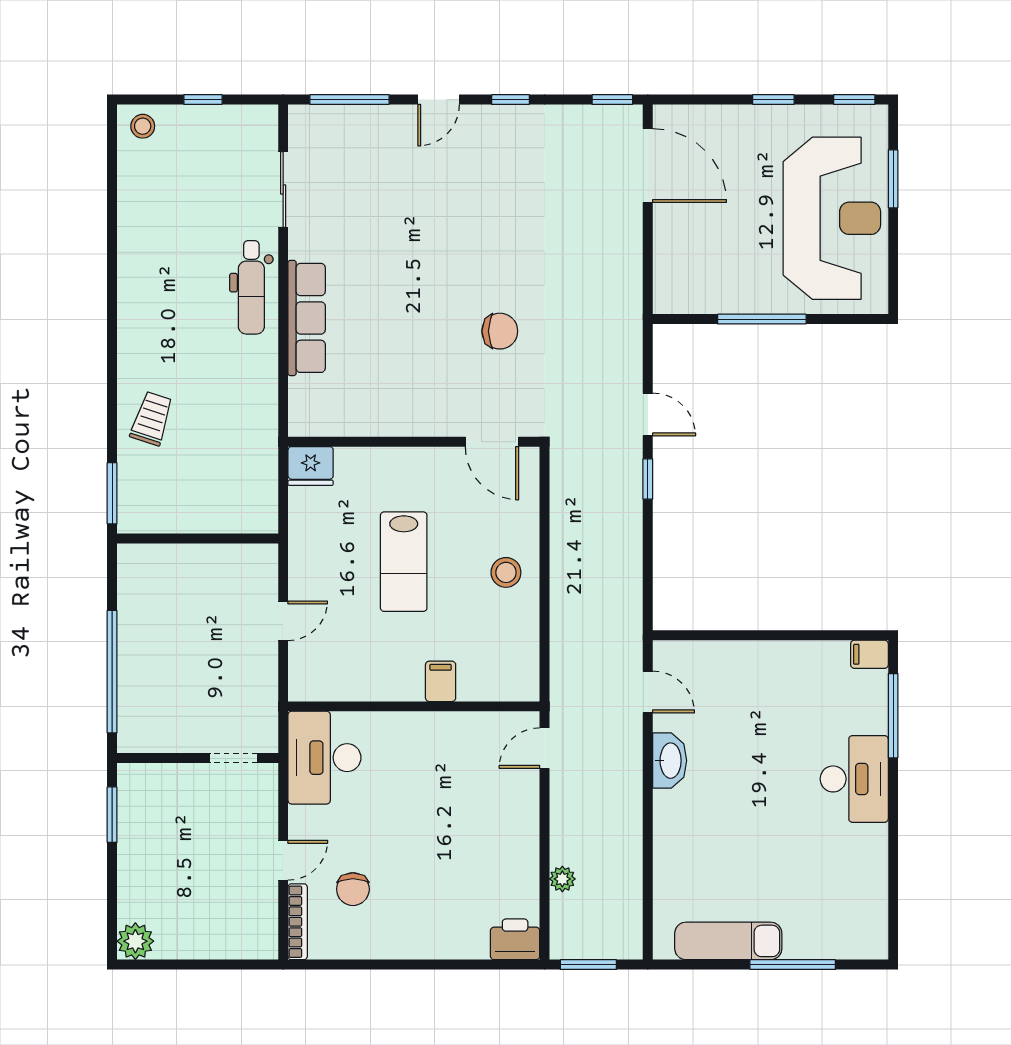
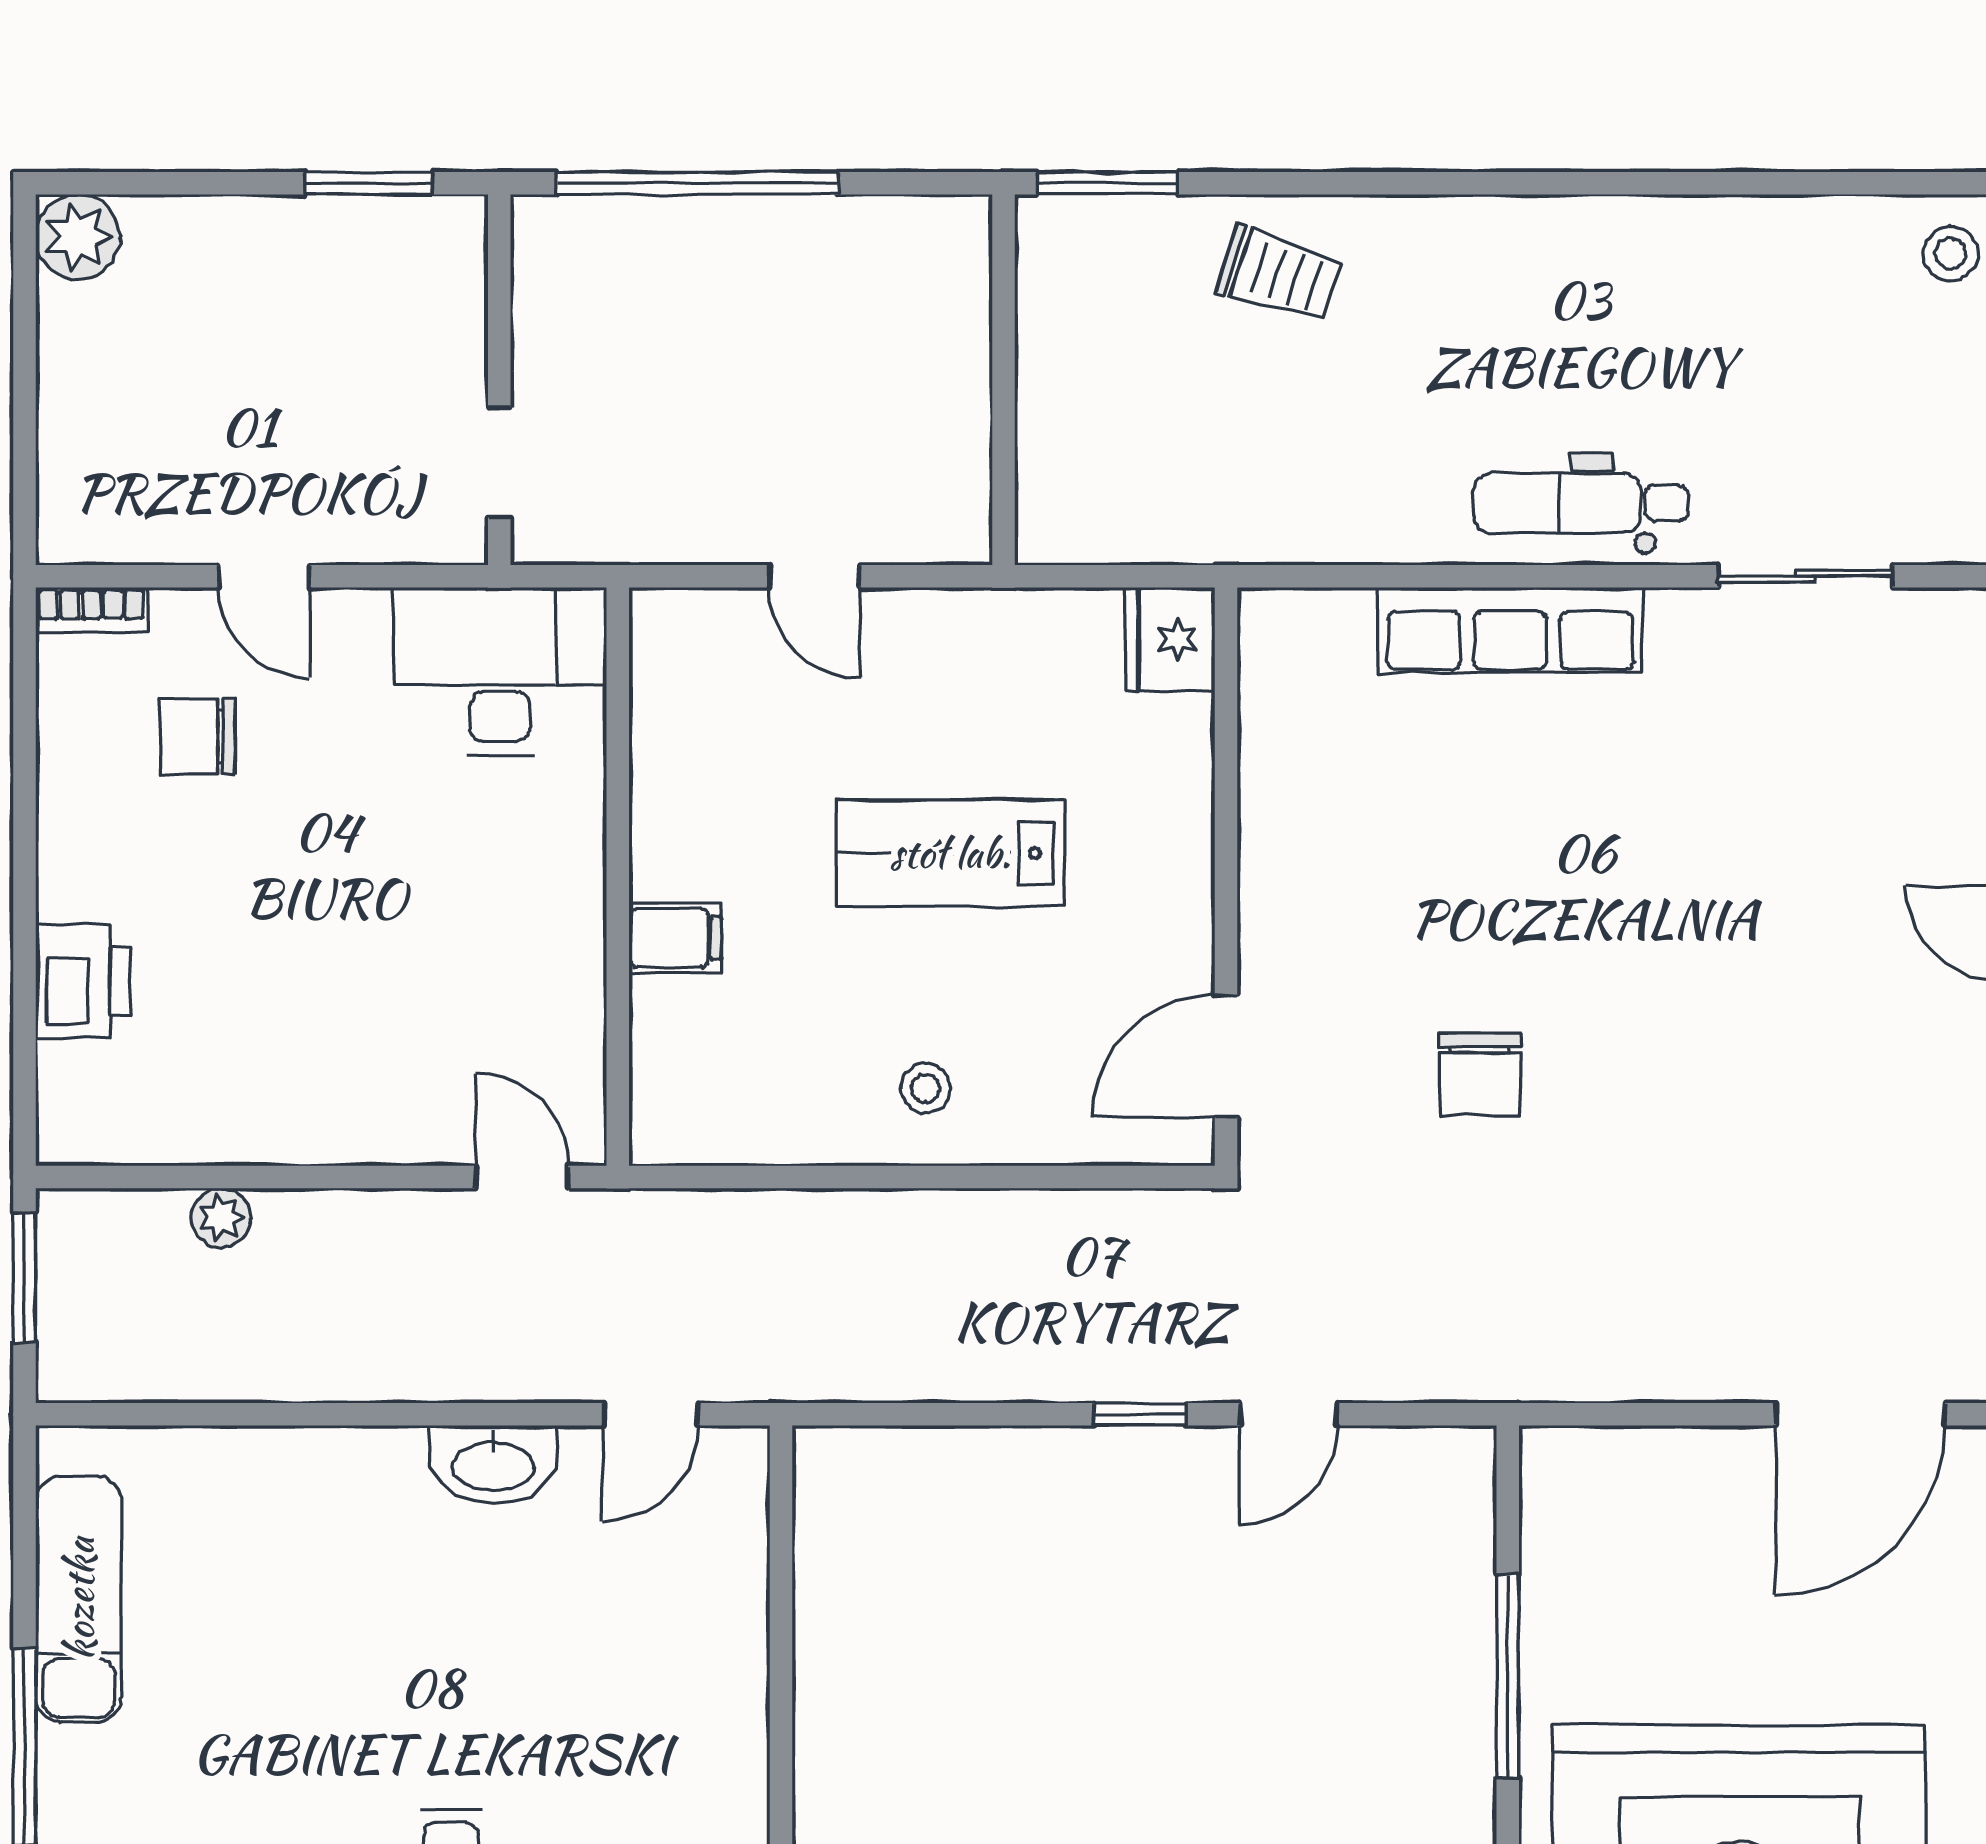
stool: (506, 572) -> (925, 1088), width x0.73, depth x0.73
bookcase: (298, 922) -> (91, 610), width x0.64
printer: (515, 939) -> (82, 981), moved

